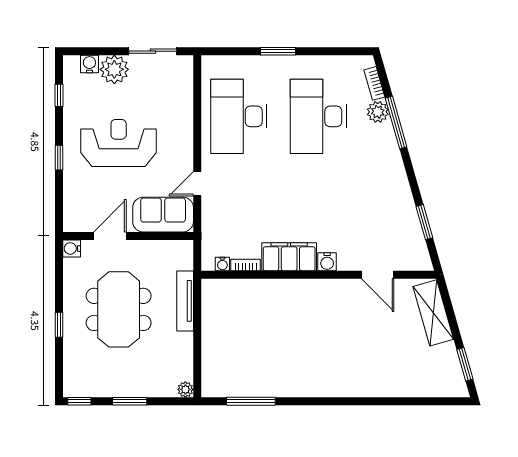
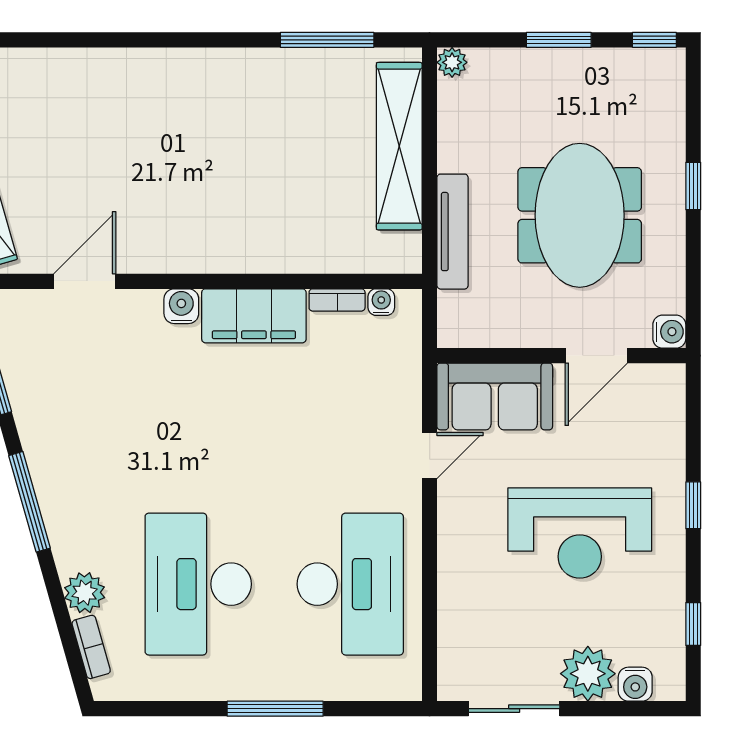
window: (278, 51) -> (275, 709), width x1.44
desk: (318, 116) -> (198, 584), turned 180
window: (396, 123) -> (30, 502), moved
door: (378, 275) -> (85, 281), hinge flipped
shelving: (213, 346) -> (399, 146), added

